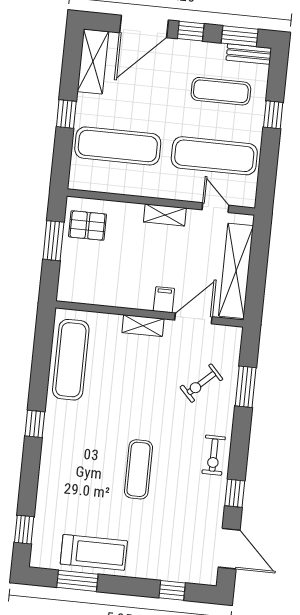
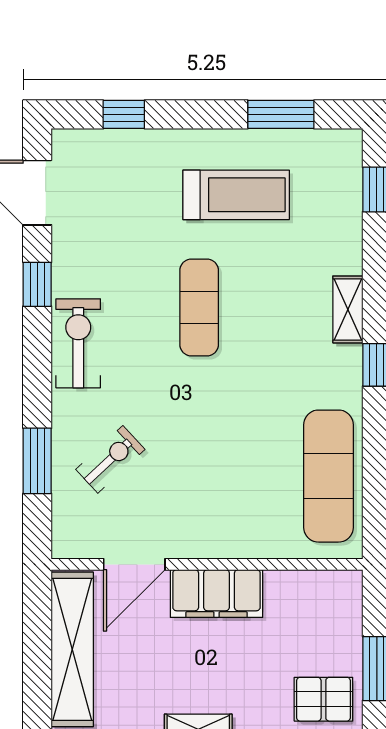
filing cabinet: (164, 300) -> (217, 594), width x3.00, depth x1.17
shelving: (143, 326) -> (348, 309), moved, turned 90
exercise bike: (214, 455) -> (78, 343), width x1.38, depth x1.39
treadmill: (94, 552) -> (236, 195), moved, turned 180

